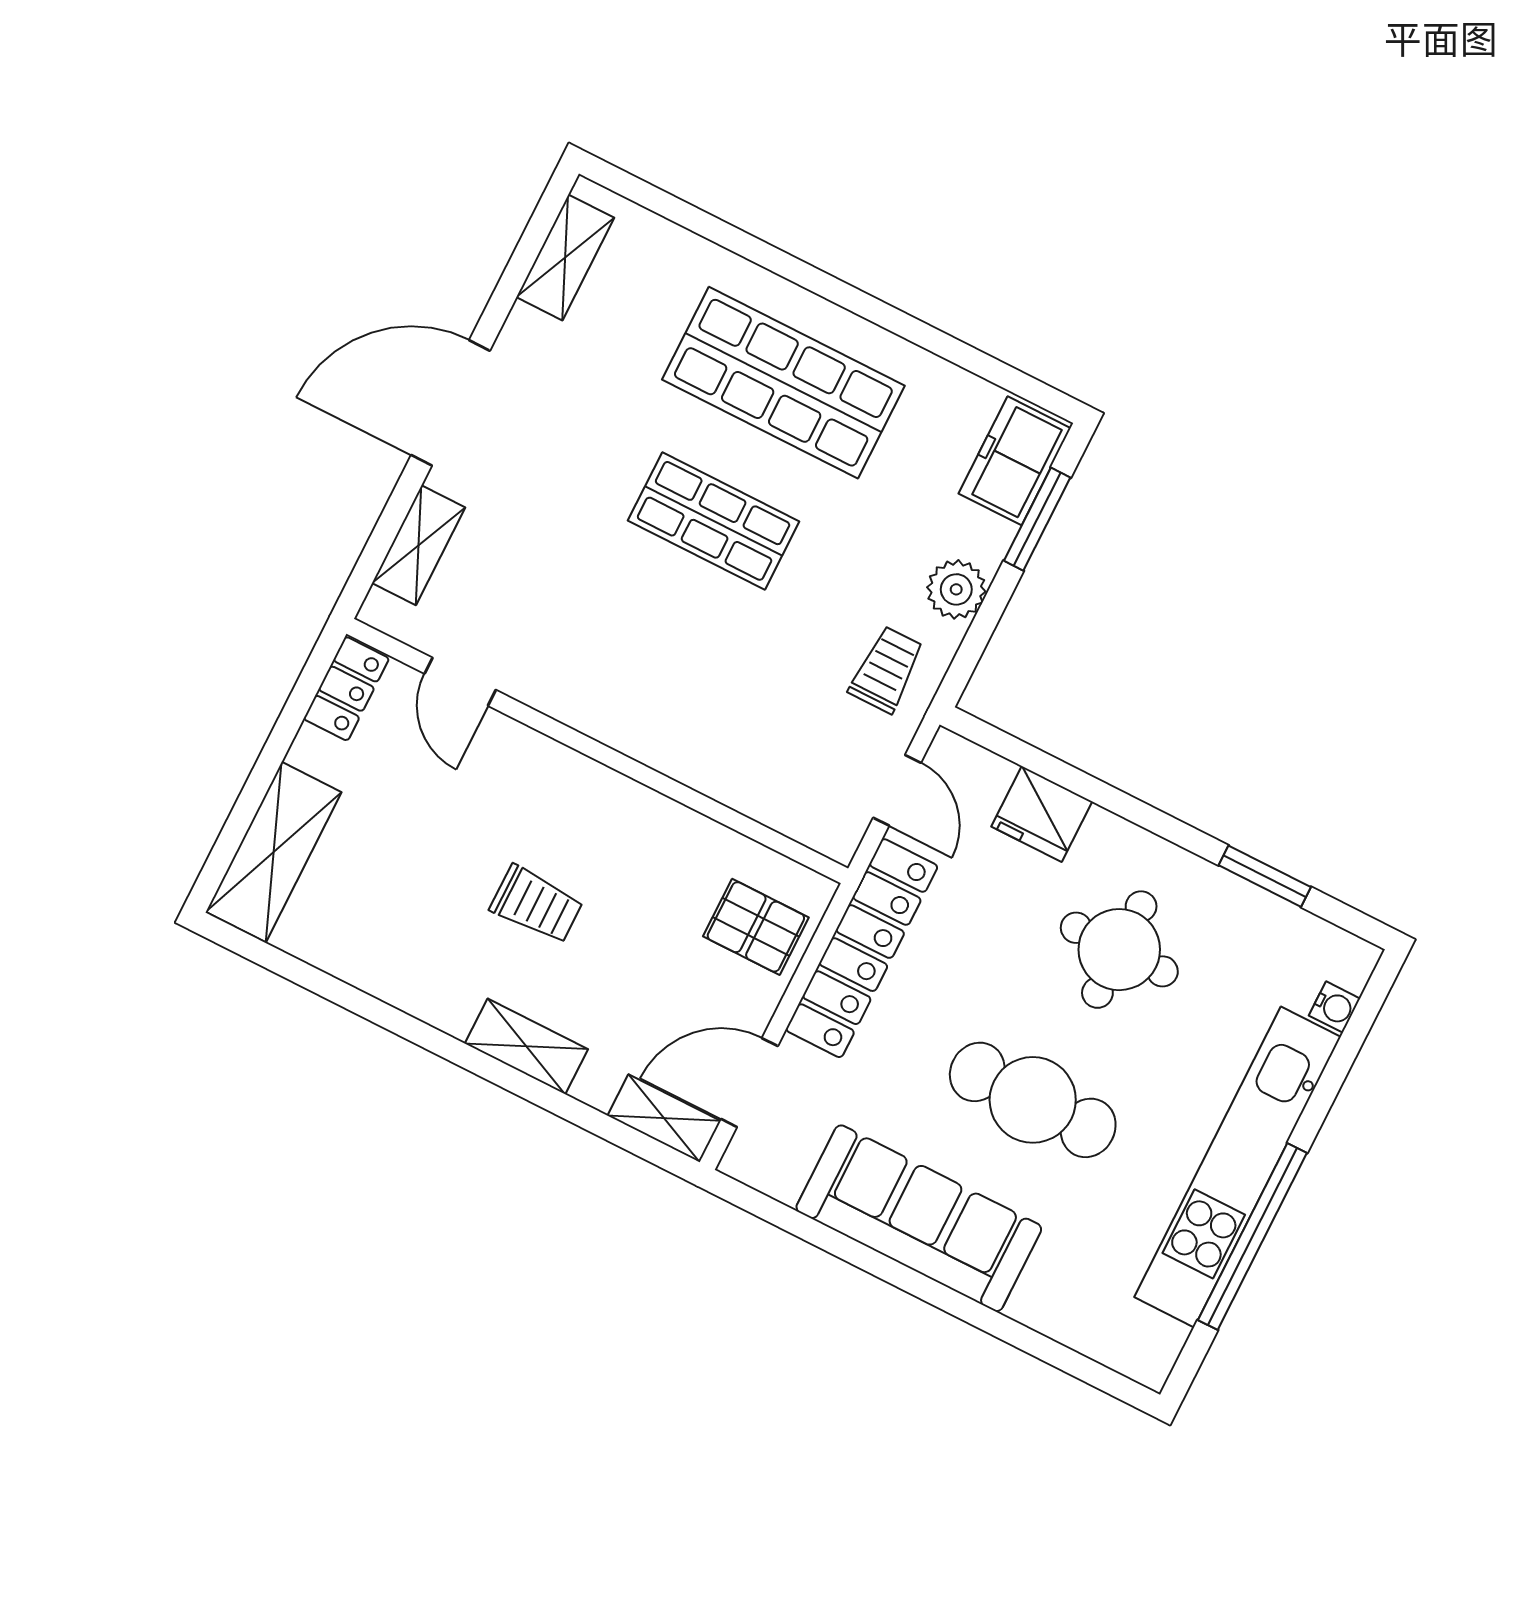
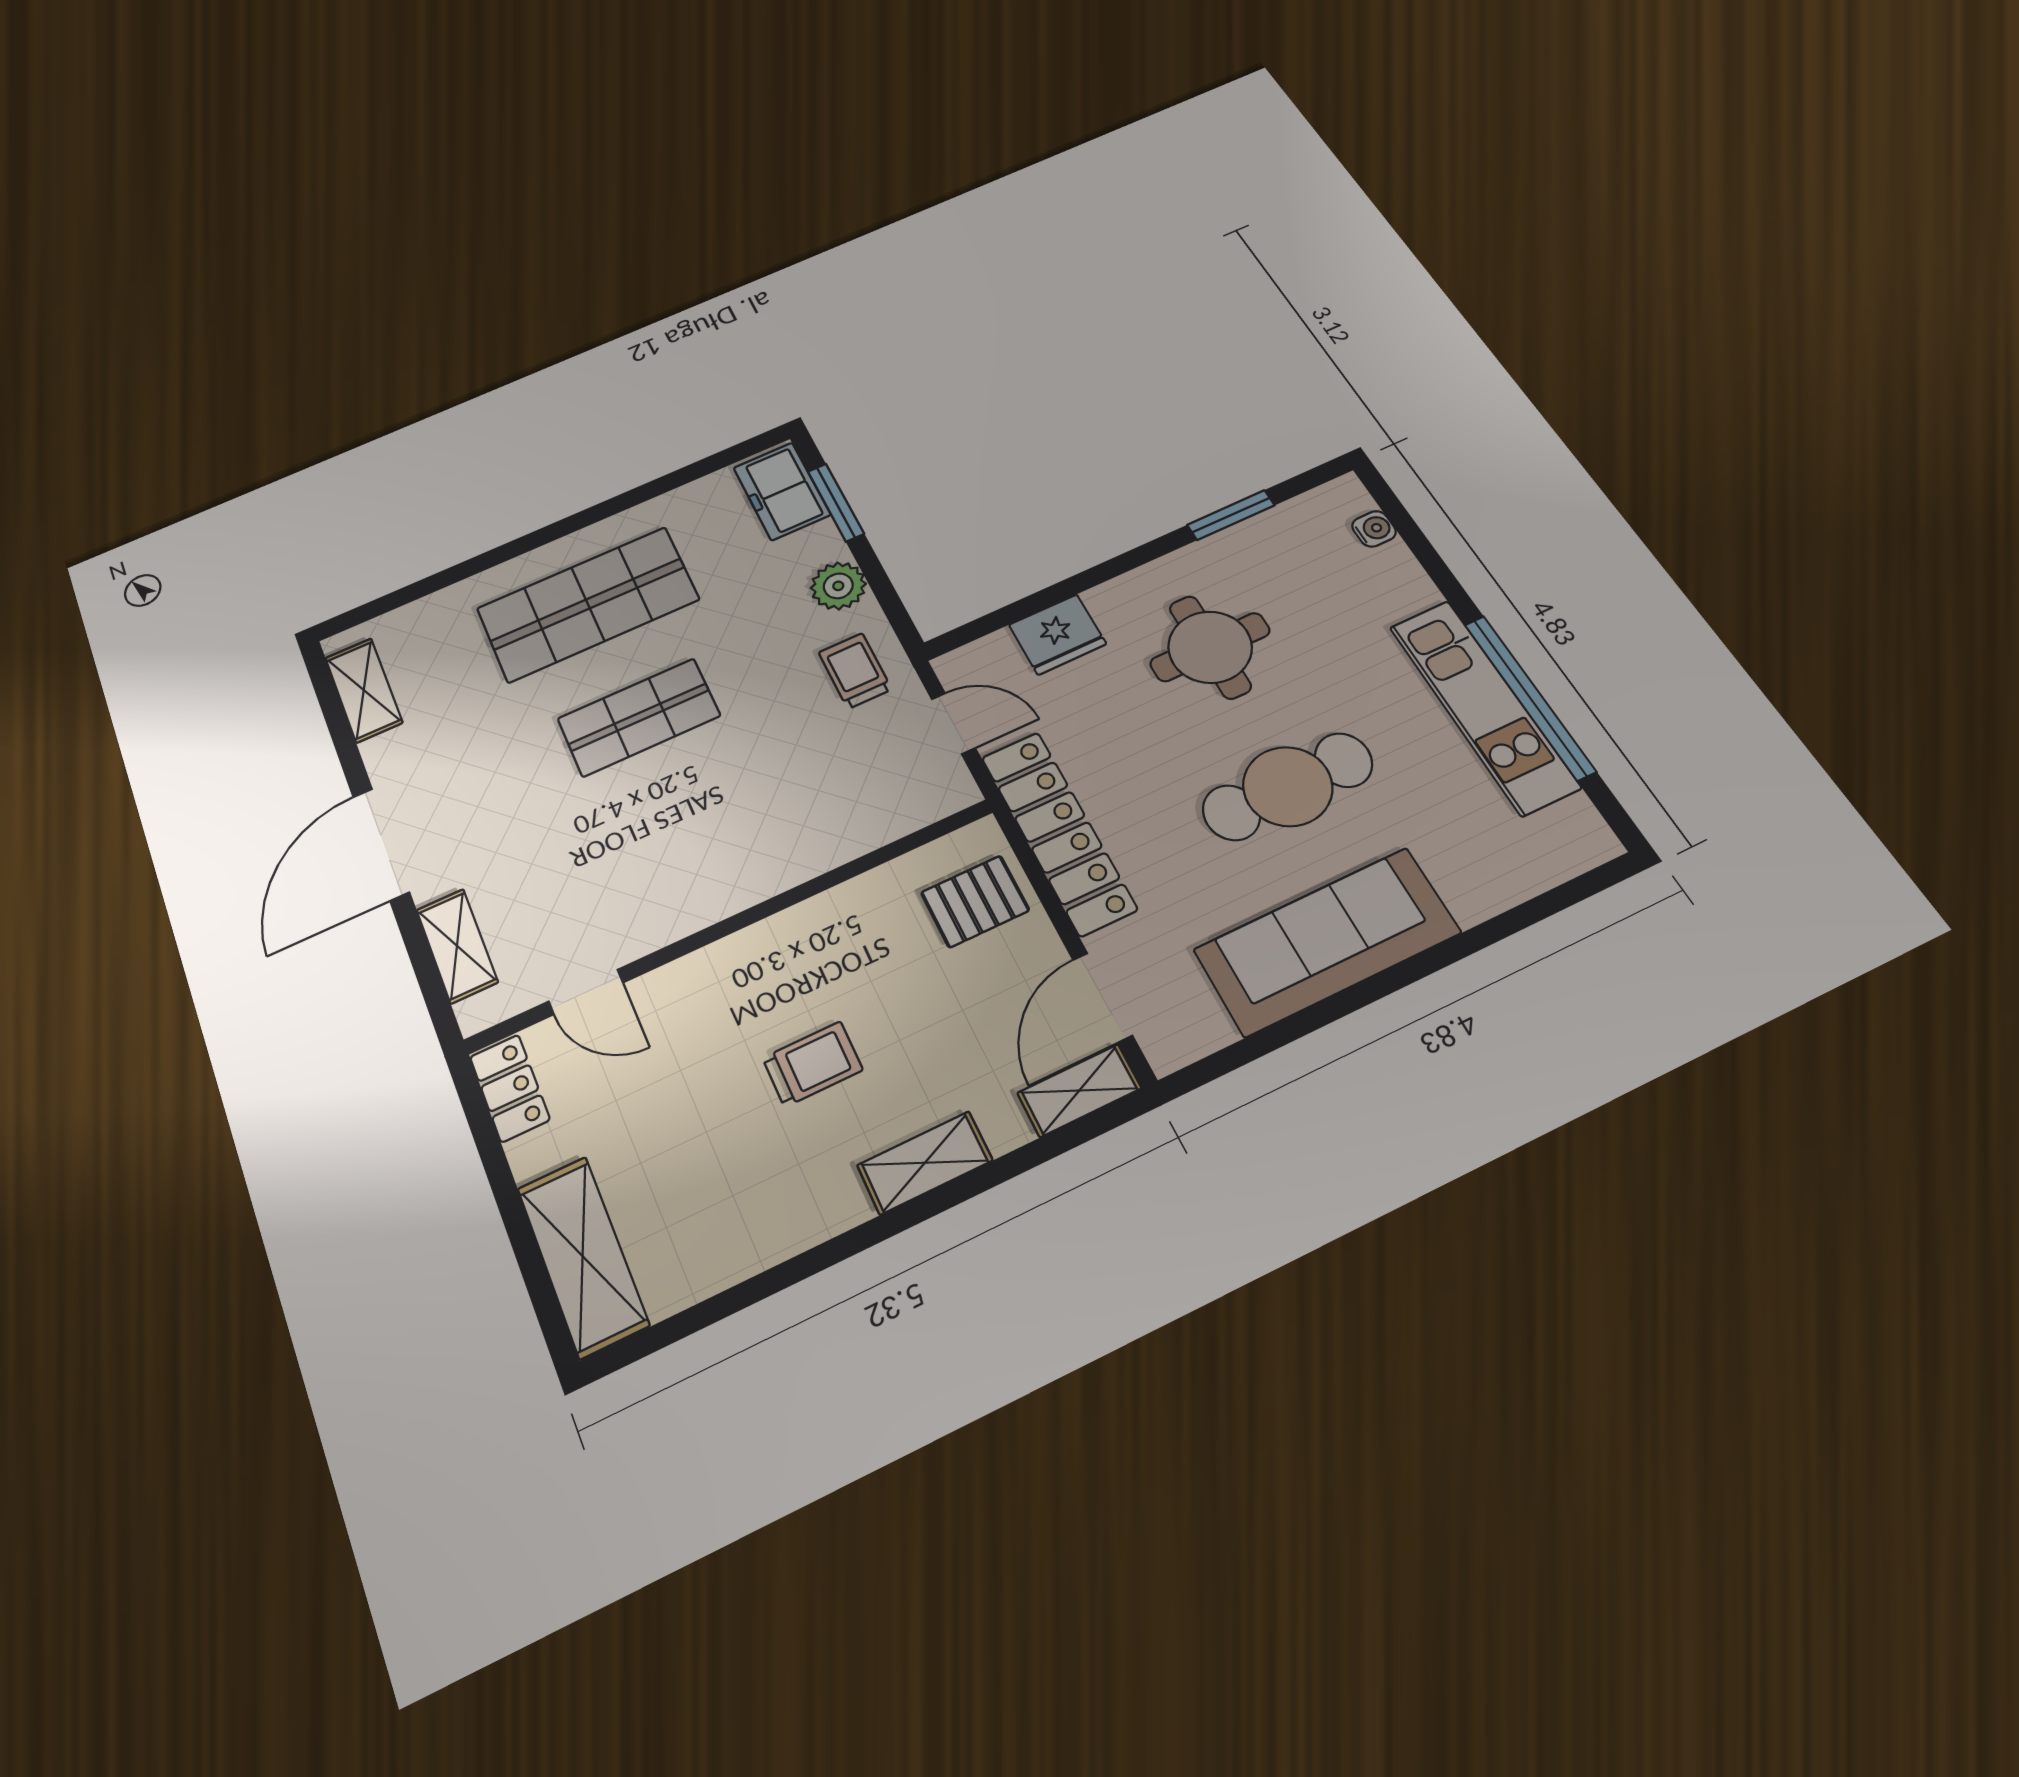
kitchen unit: (1238, 1167) -> (1483, 706), width x0.73

